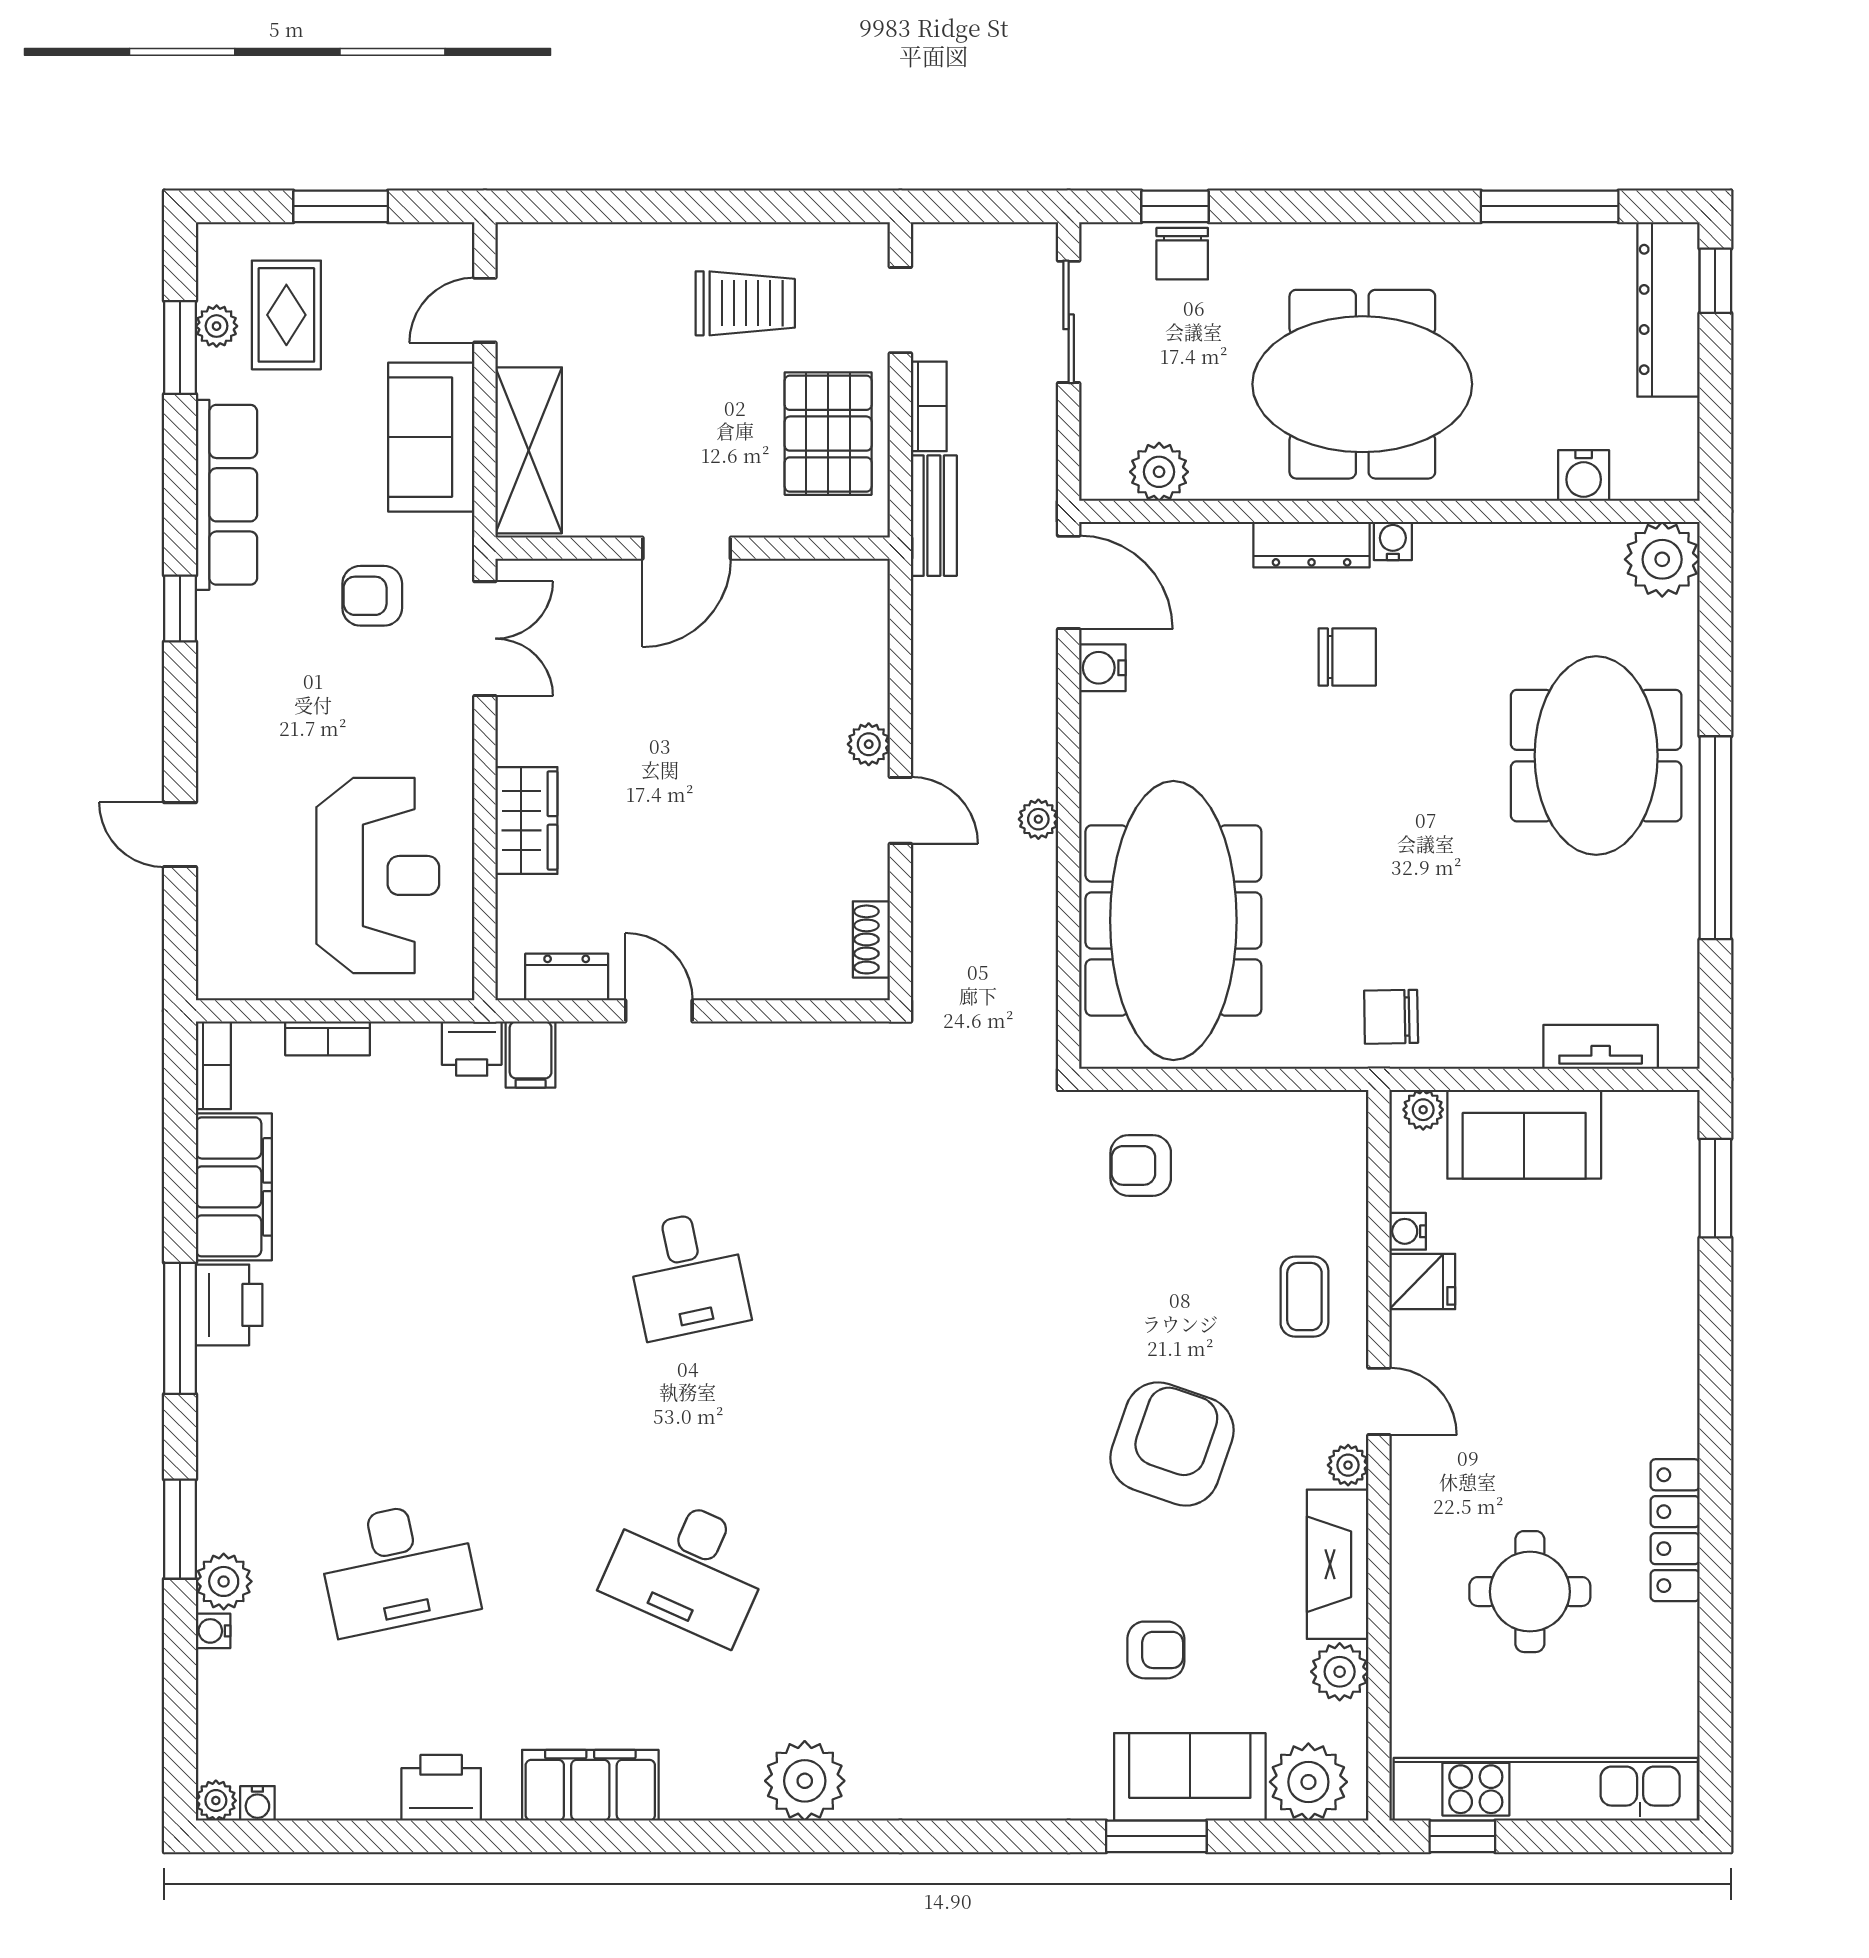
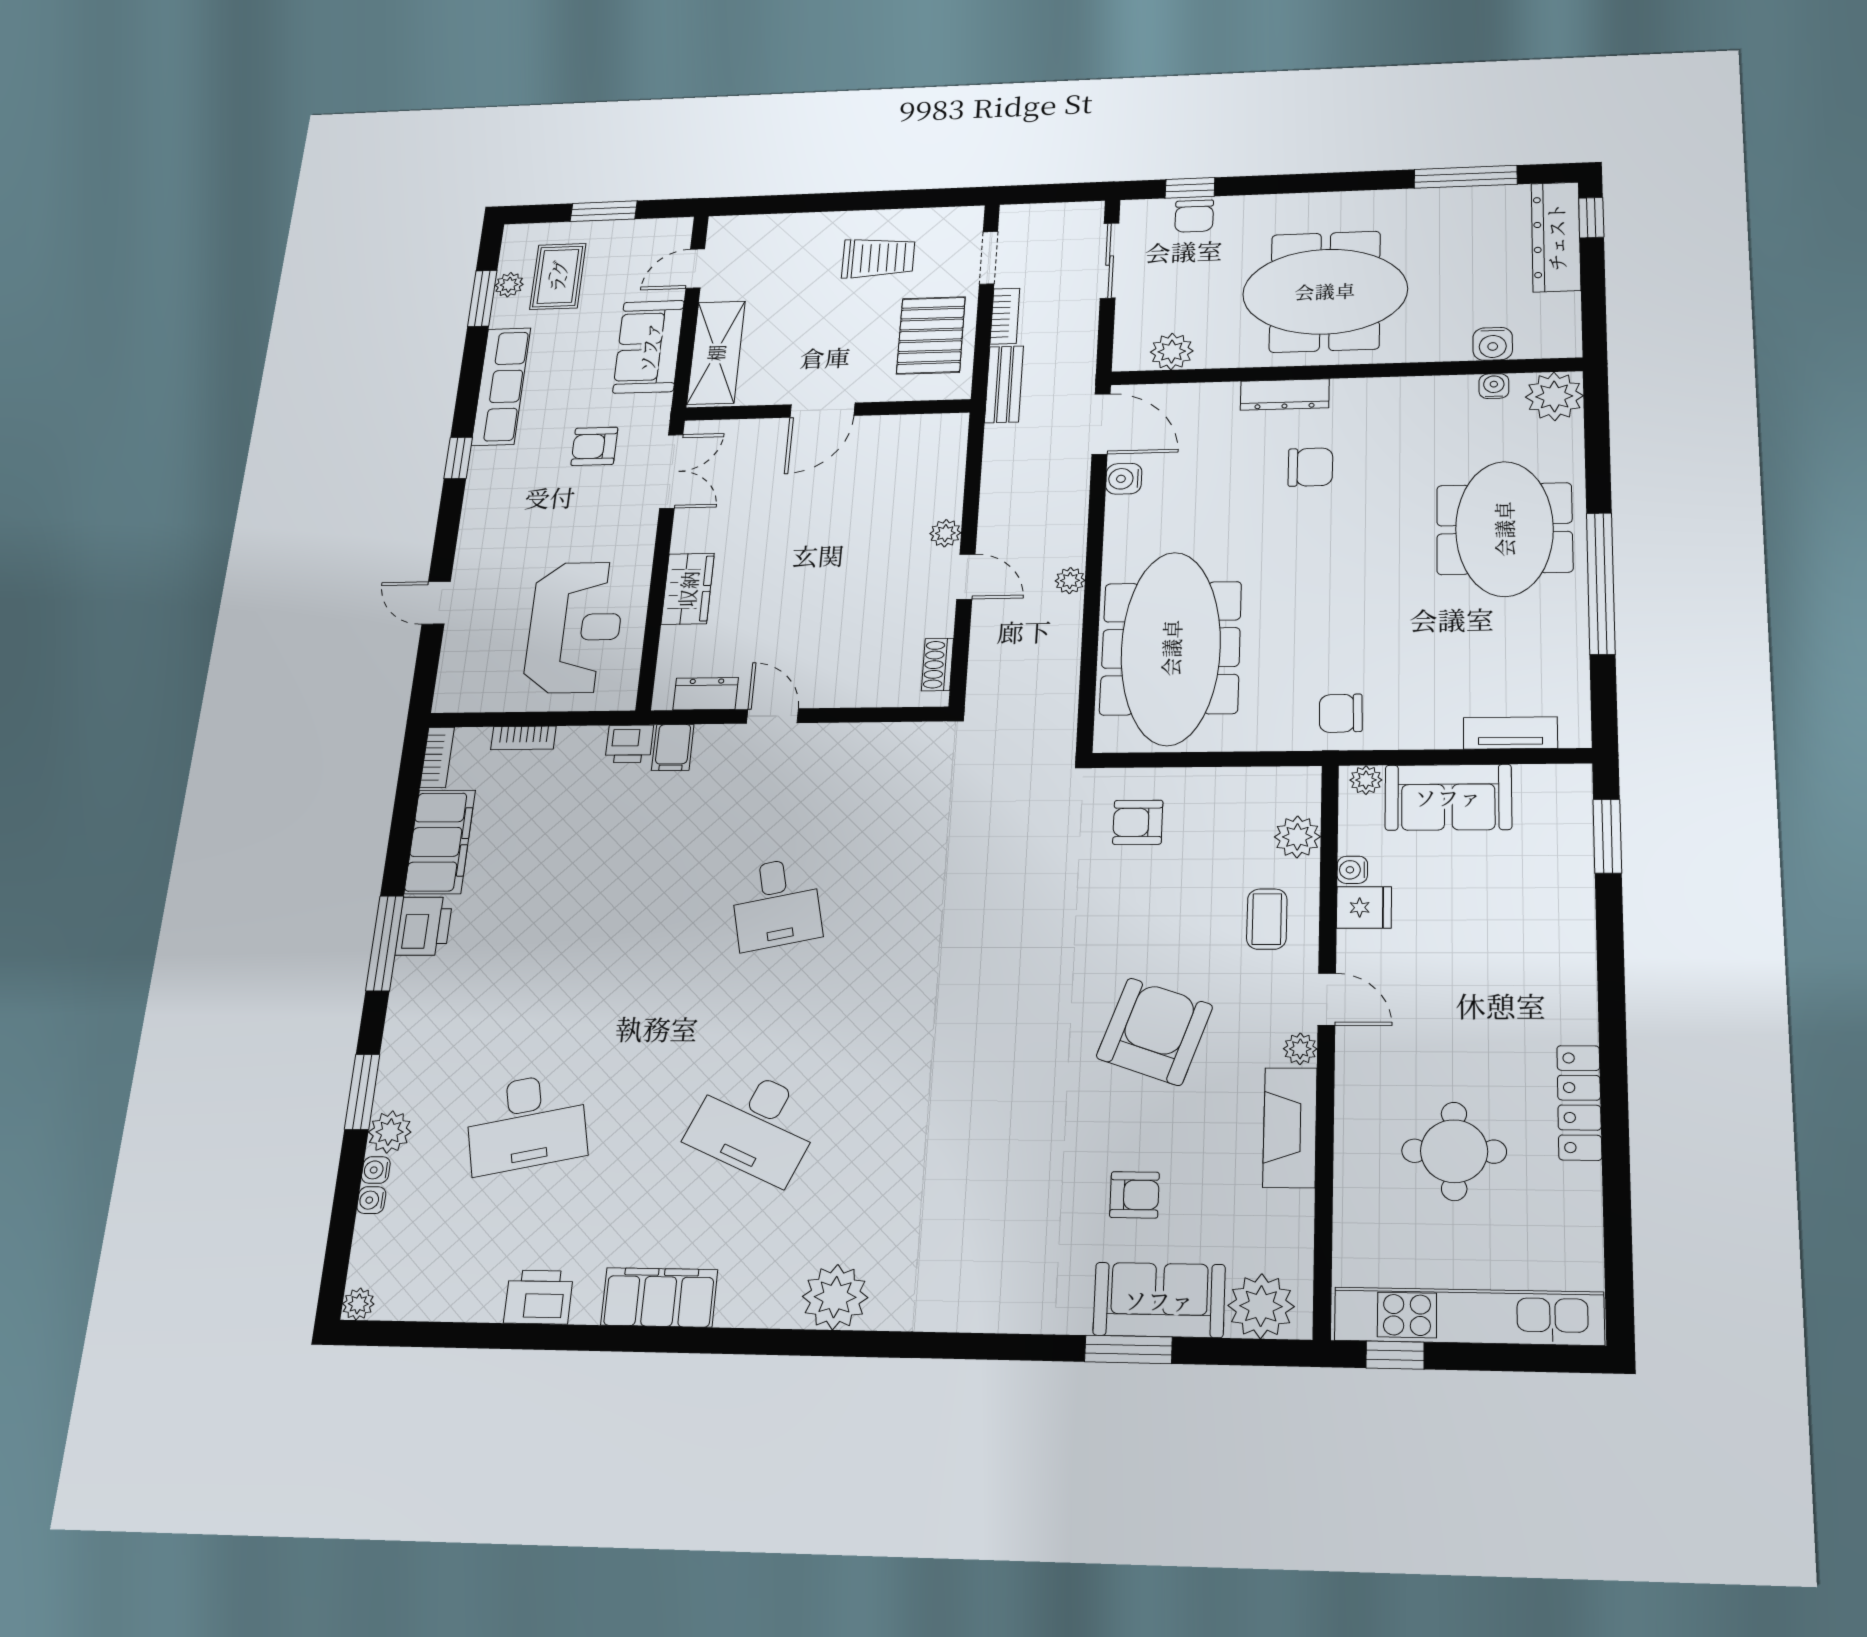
water cooler: (1393, 541) -> (1494, 386), moved
plant: (1340, 1672) -> (1297, 837), moved
water cooler: (257, 1803) -> (371, 1200), moved, turned 90

